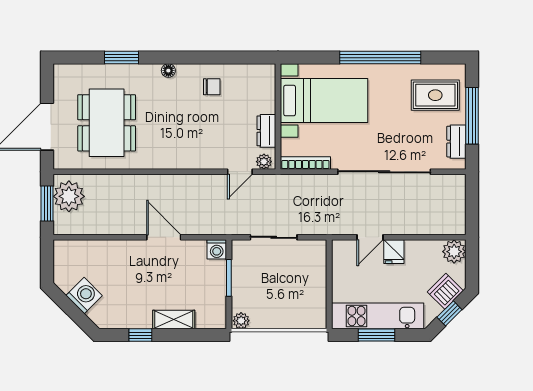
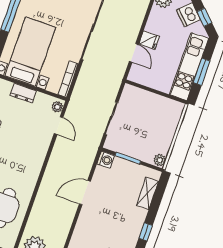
dresser: (266, 131) -> (23, 93), moved
shelving: (174, 320) -> (147, 193), moved

